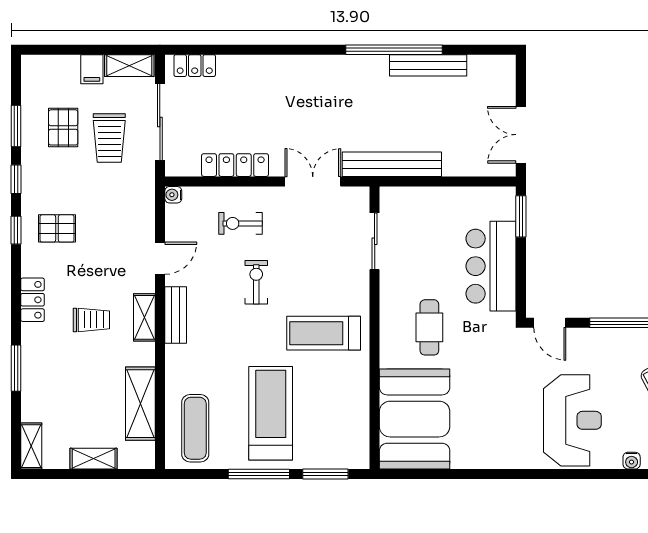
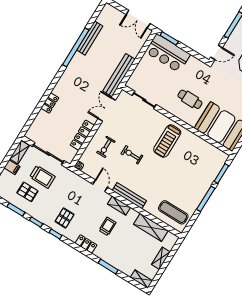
locker: (195, 66) -> (50, 103), moved
bar counter: (491, 266) -> (168, 53), moved
bench: (176, 315) -> (129, 196), width x1.36
treadmill: (271, 413) -> (185, 180), removed

